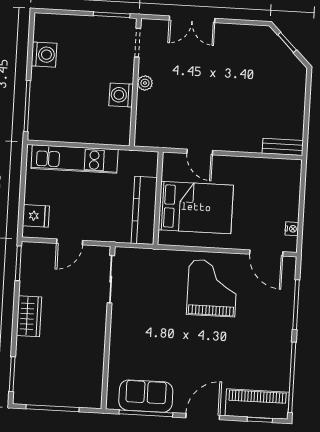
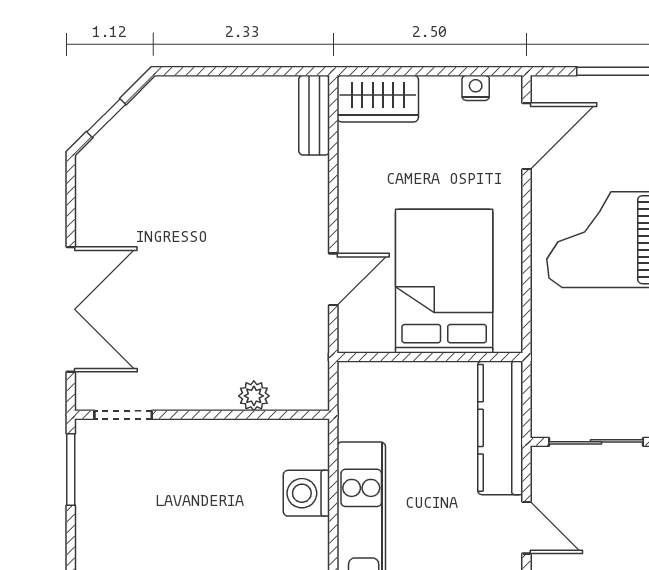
double door: (192, 19) -> (71, 309), width x1.37
plant: (145, 83) -> (254, 396), moved
washing machine: (121, 95) -> (306, 493), moved, turned 90
wardrobe: (289, 179) -> (378, 99), added
kitchen counter: (144, 210) -> (500, 428), moved, turned 90

